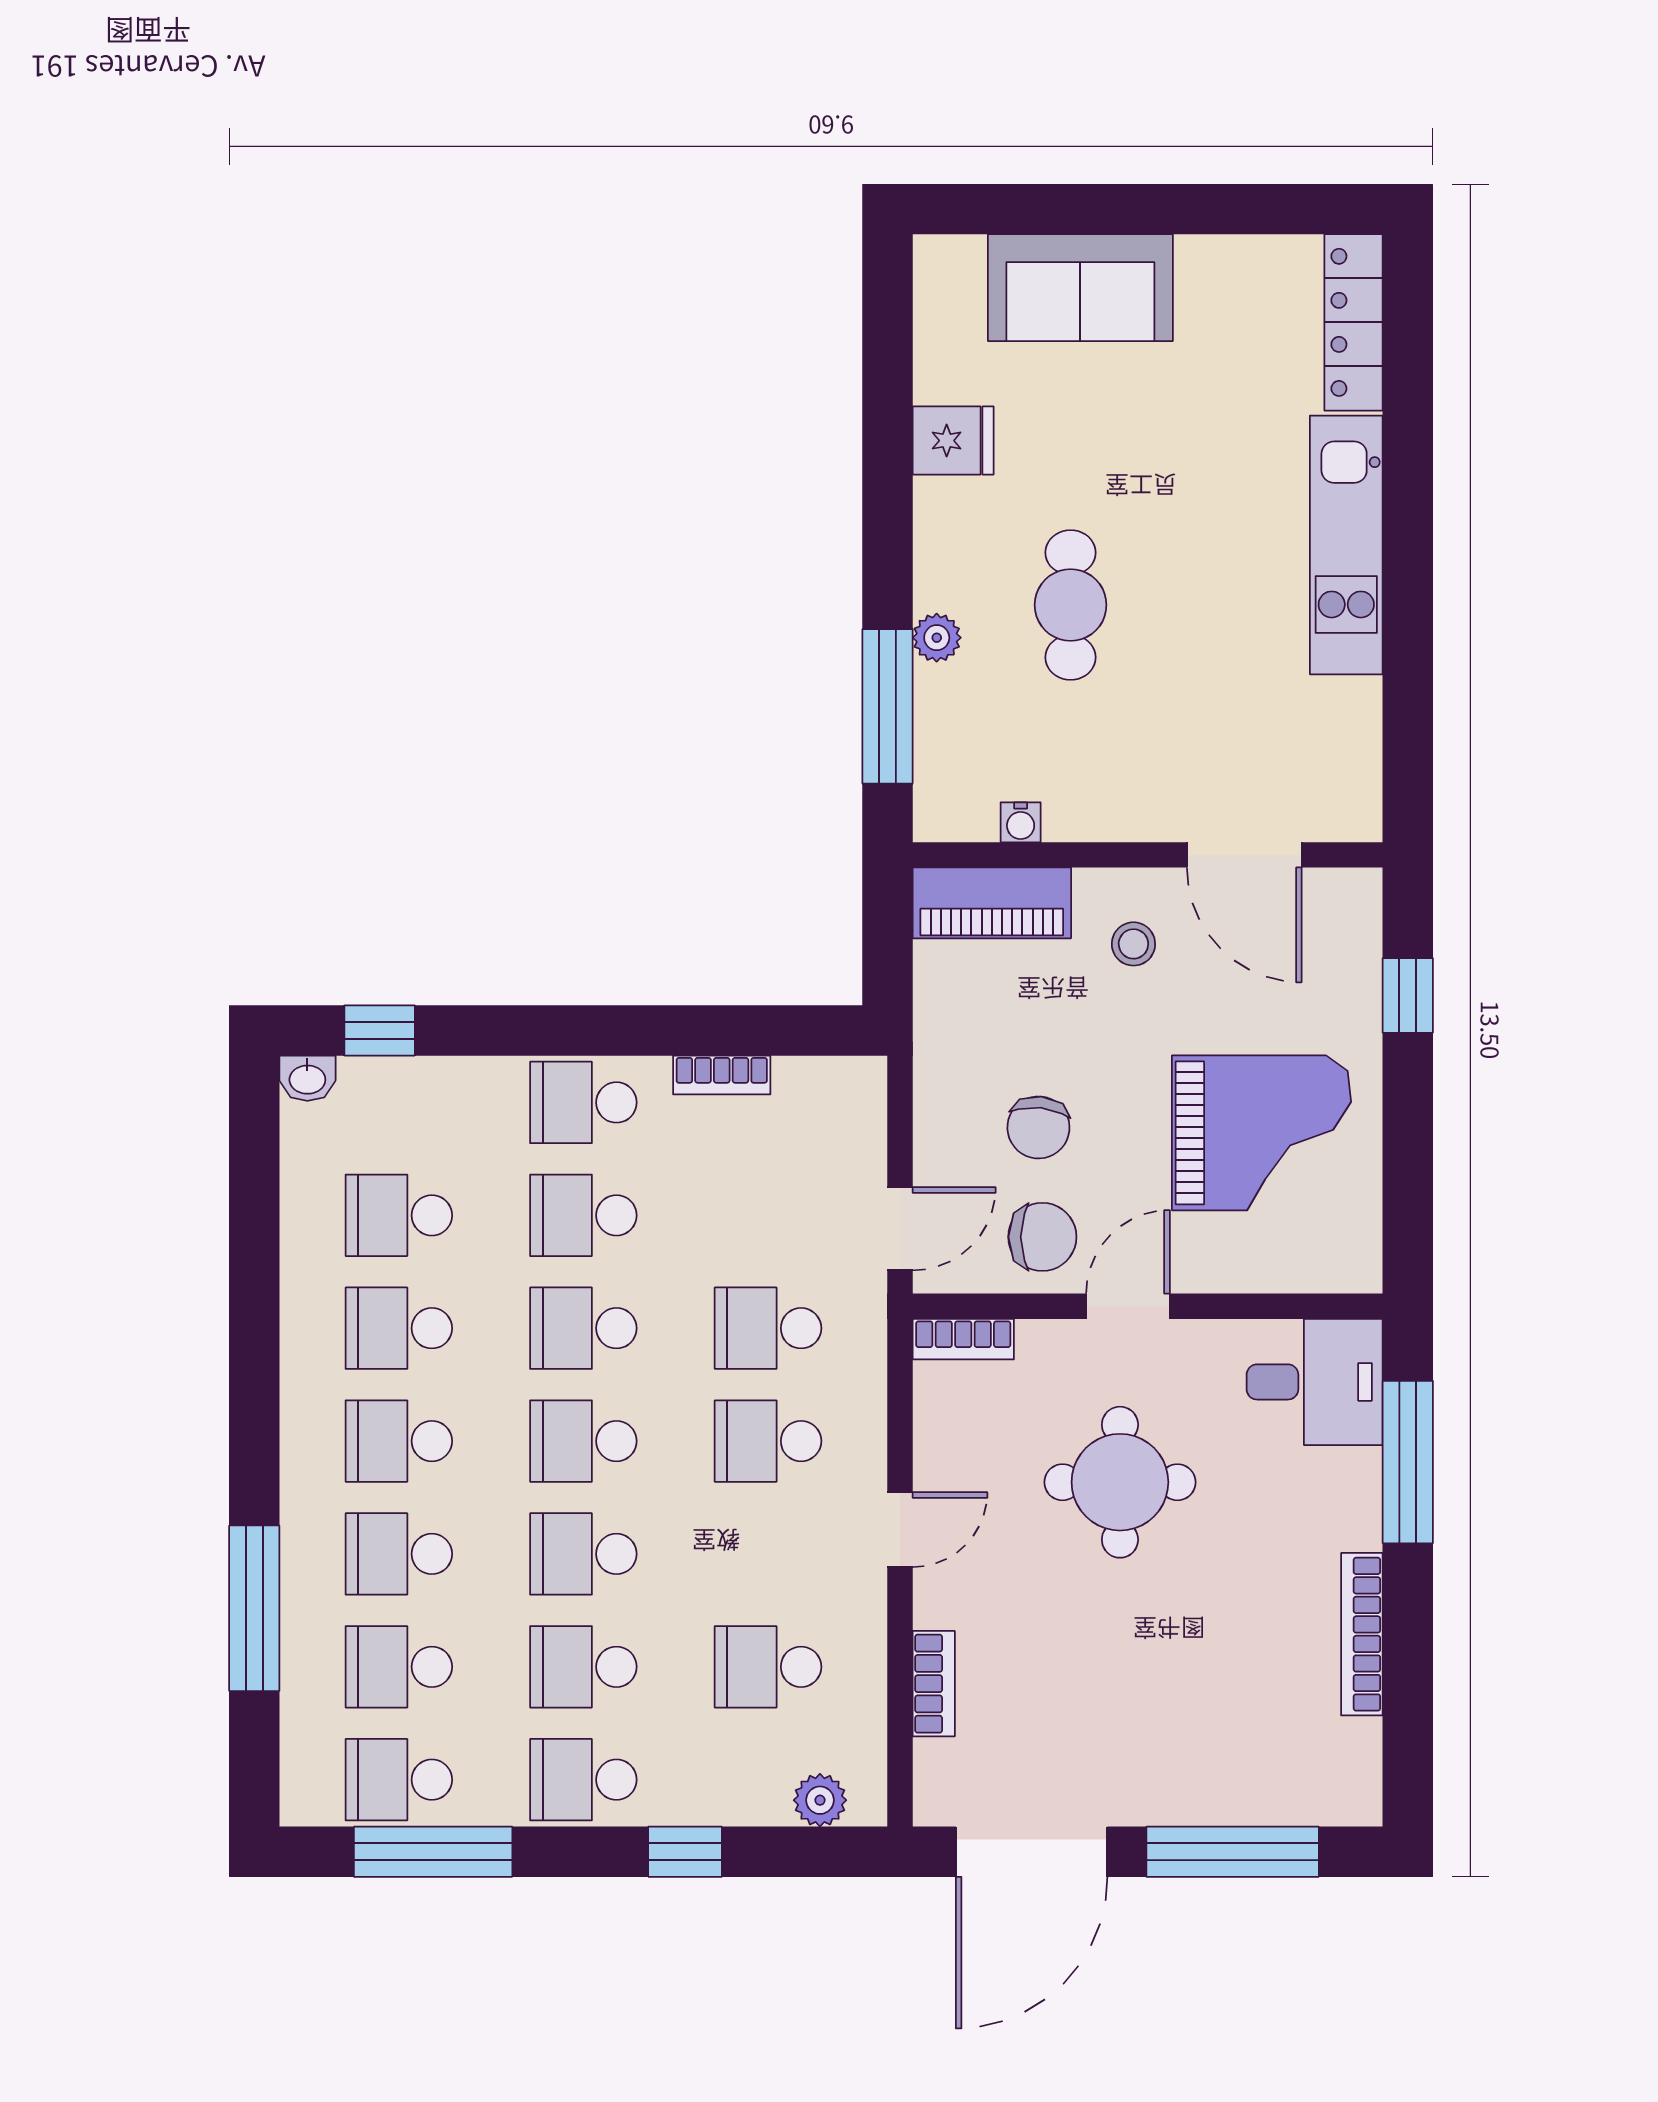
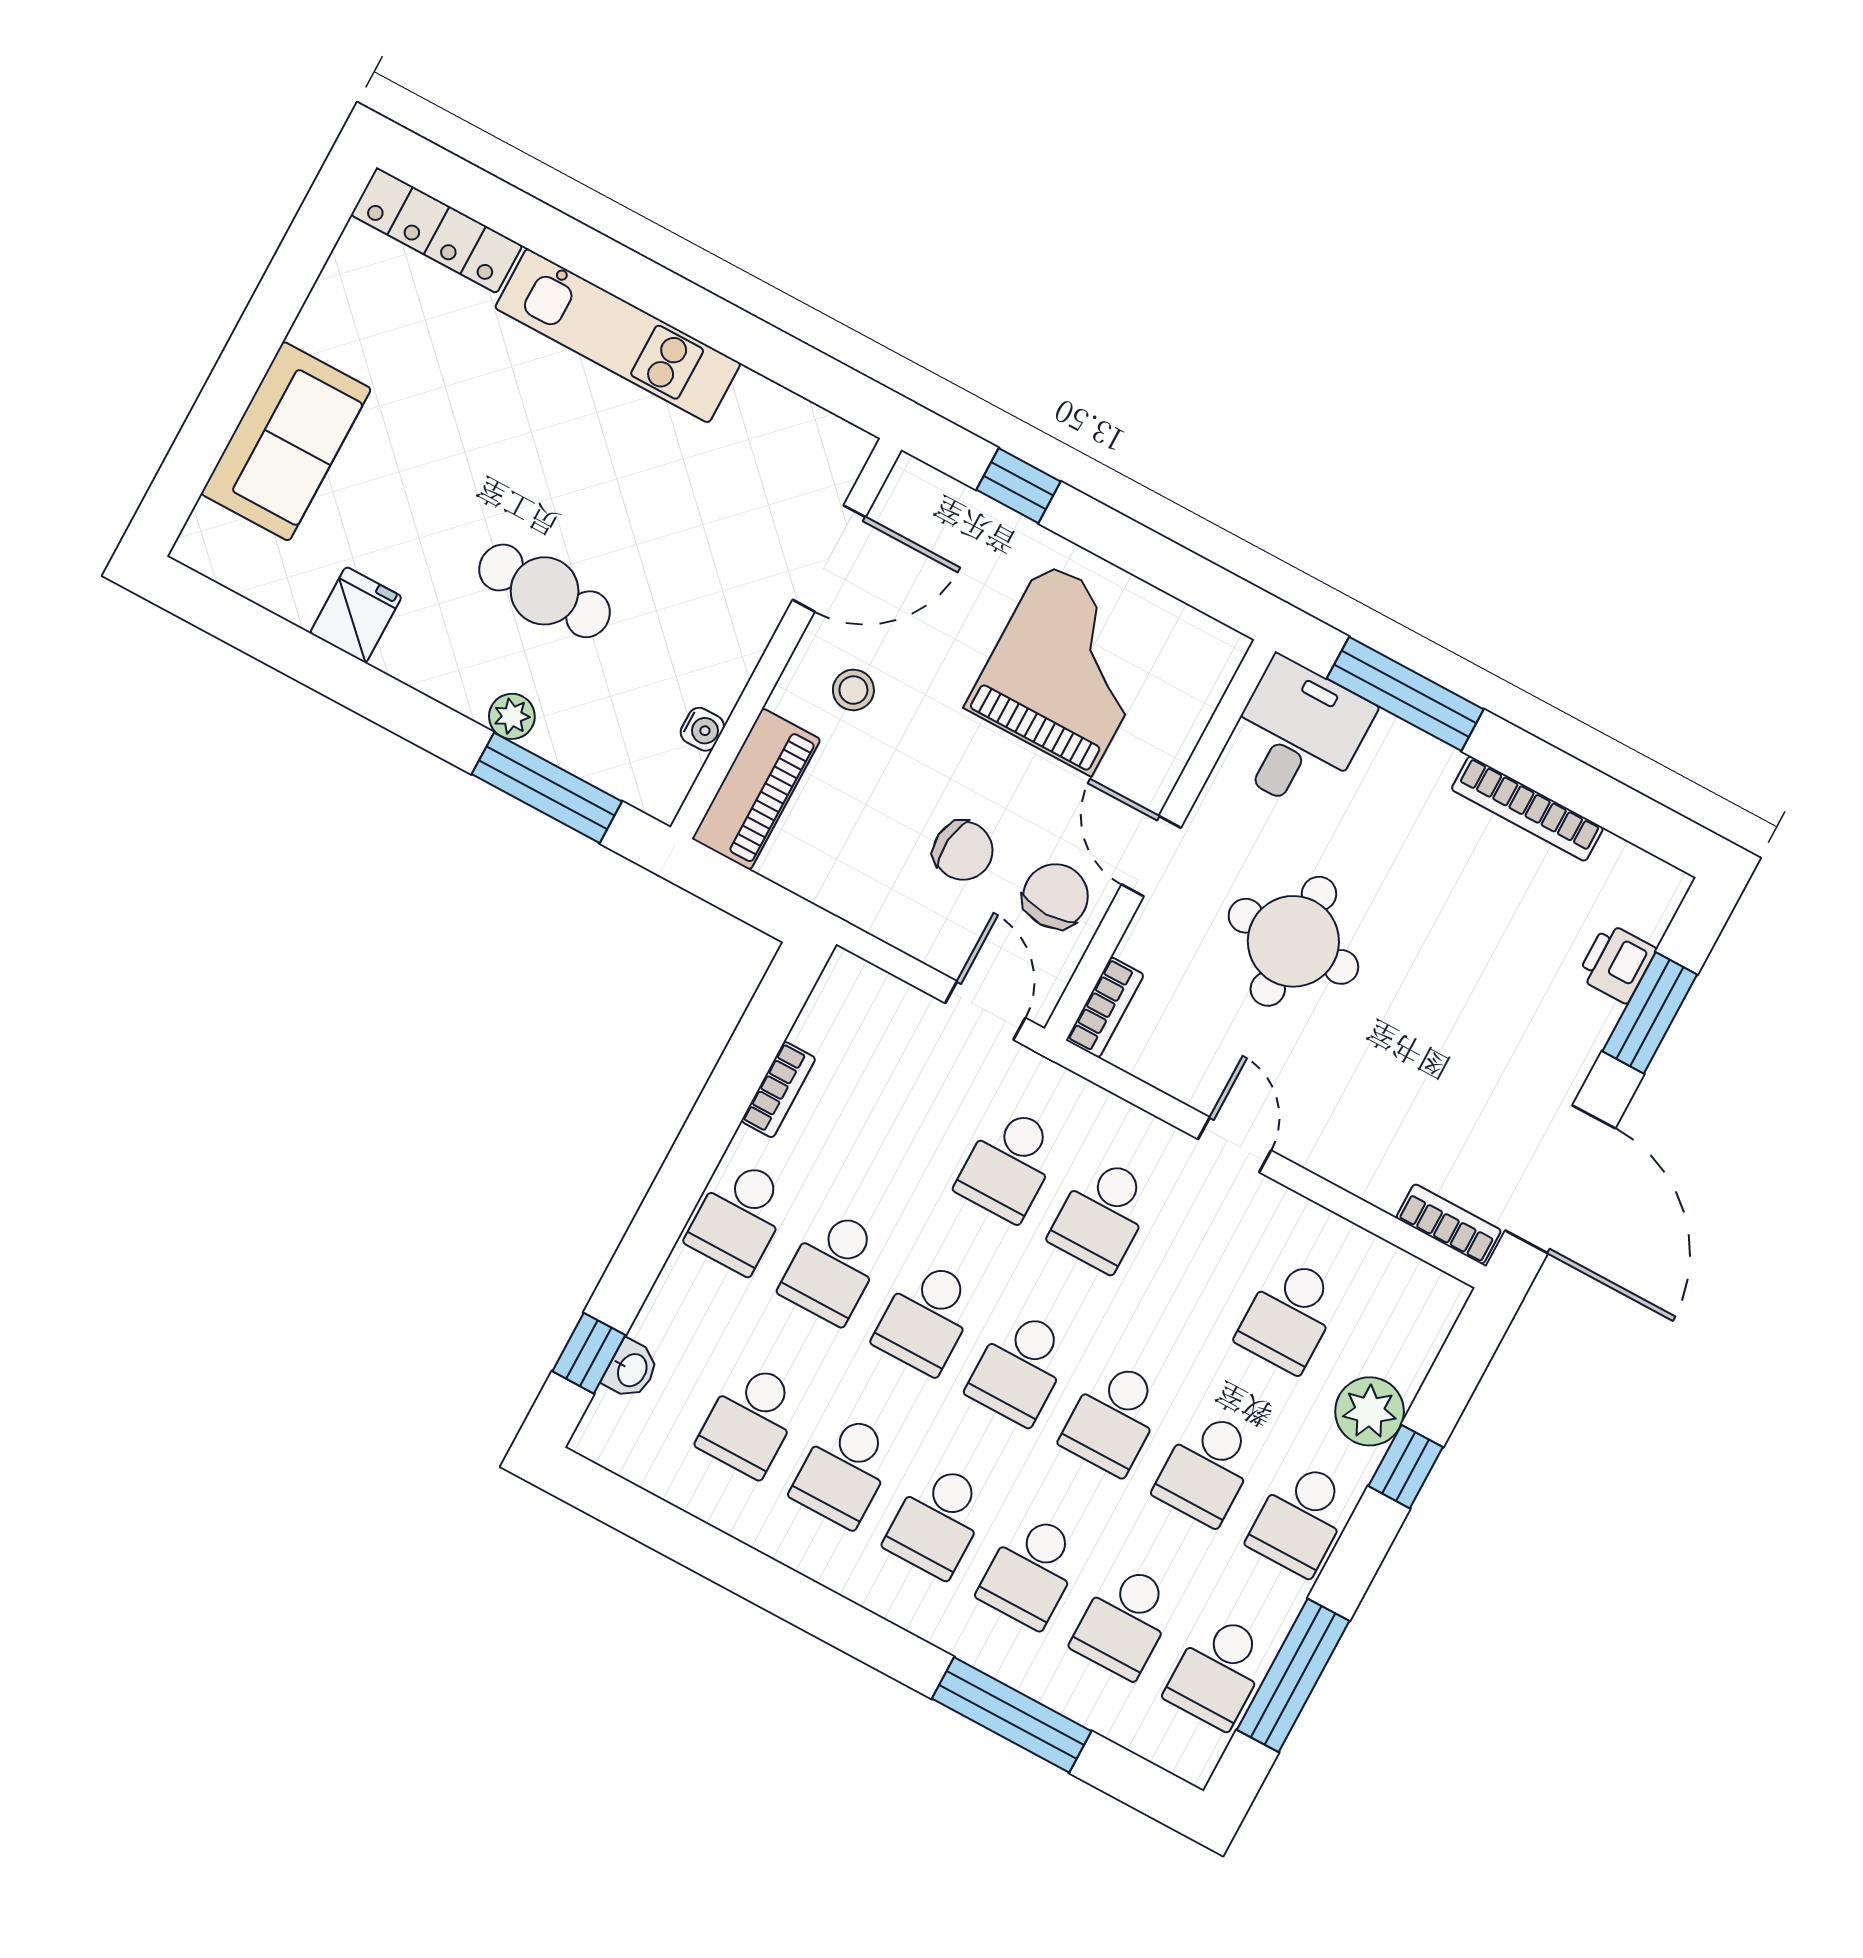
washbasin: (307, 1078) -> (631, 1370), moved
bookcase: (934, 1684) -> (1449, 1224), moved
printer: (1262, 1796) -> (1617, 963), added
plant: (820, 1800) -> (1370, 1411), moved, width x1.38, depth x1.38
window: (1233, 1852) -> (1650, 1013), width x0.69

